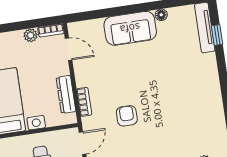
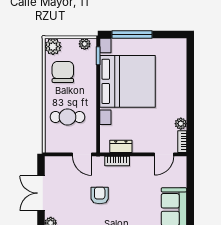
dresser: (66, 94) -> (121, 146), width x0.70
armchair: (127, 116) -> (100, 196), turned -90

